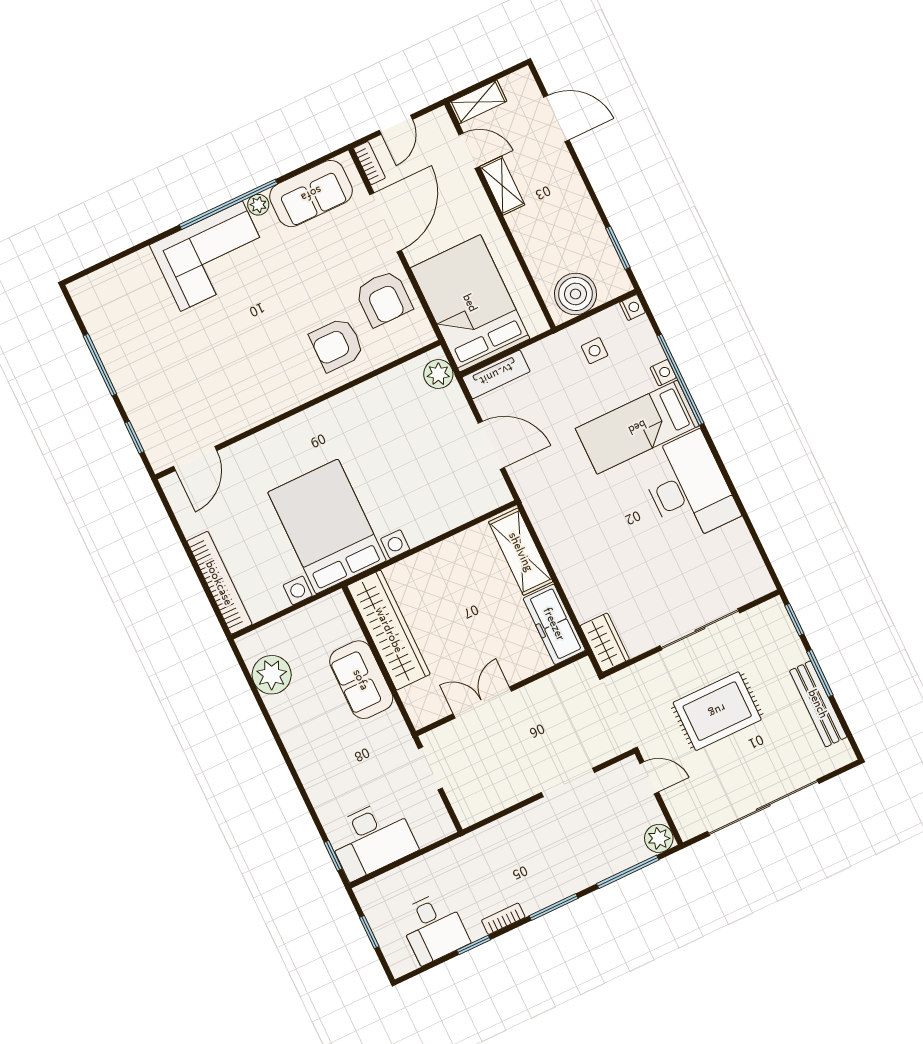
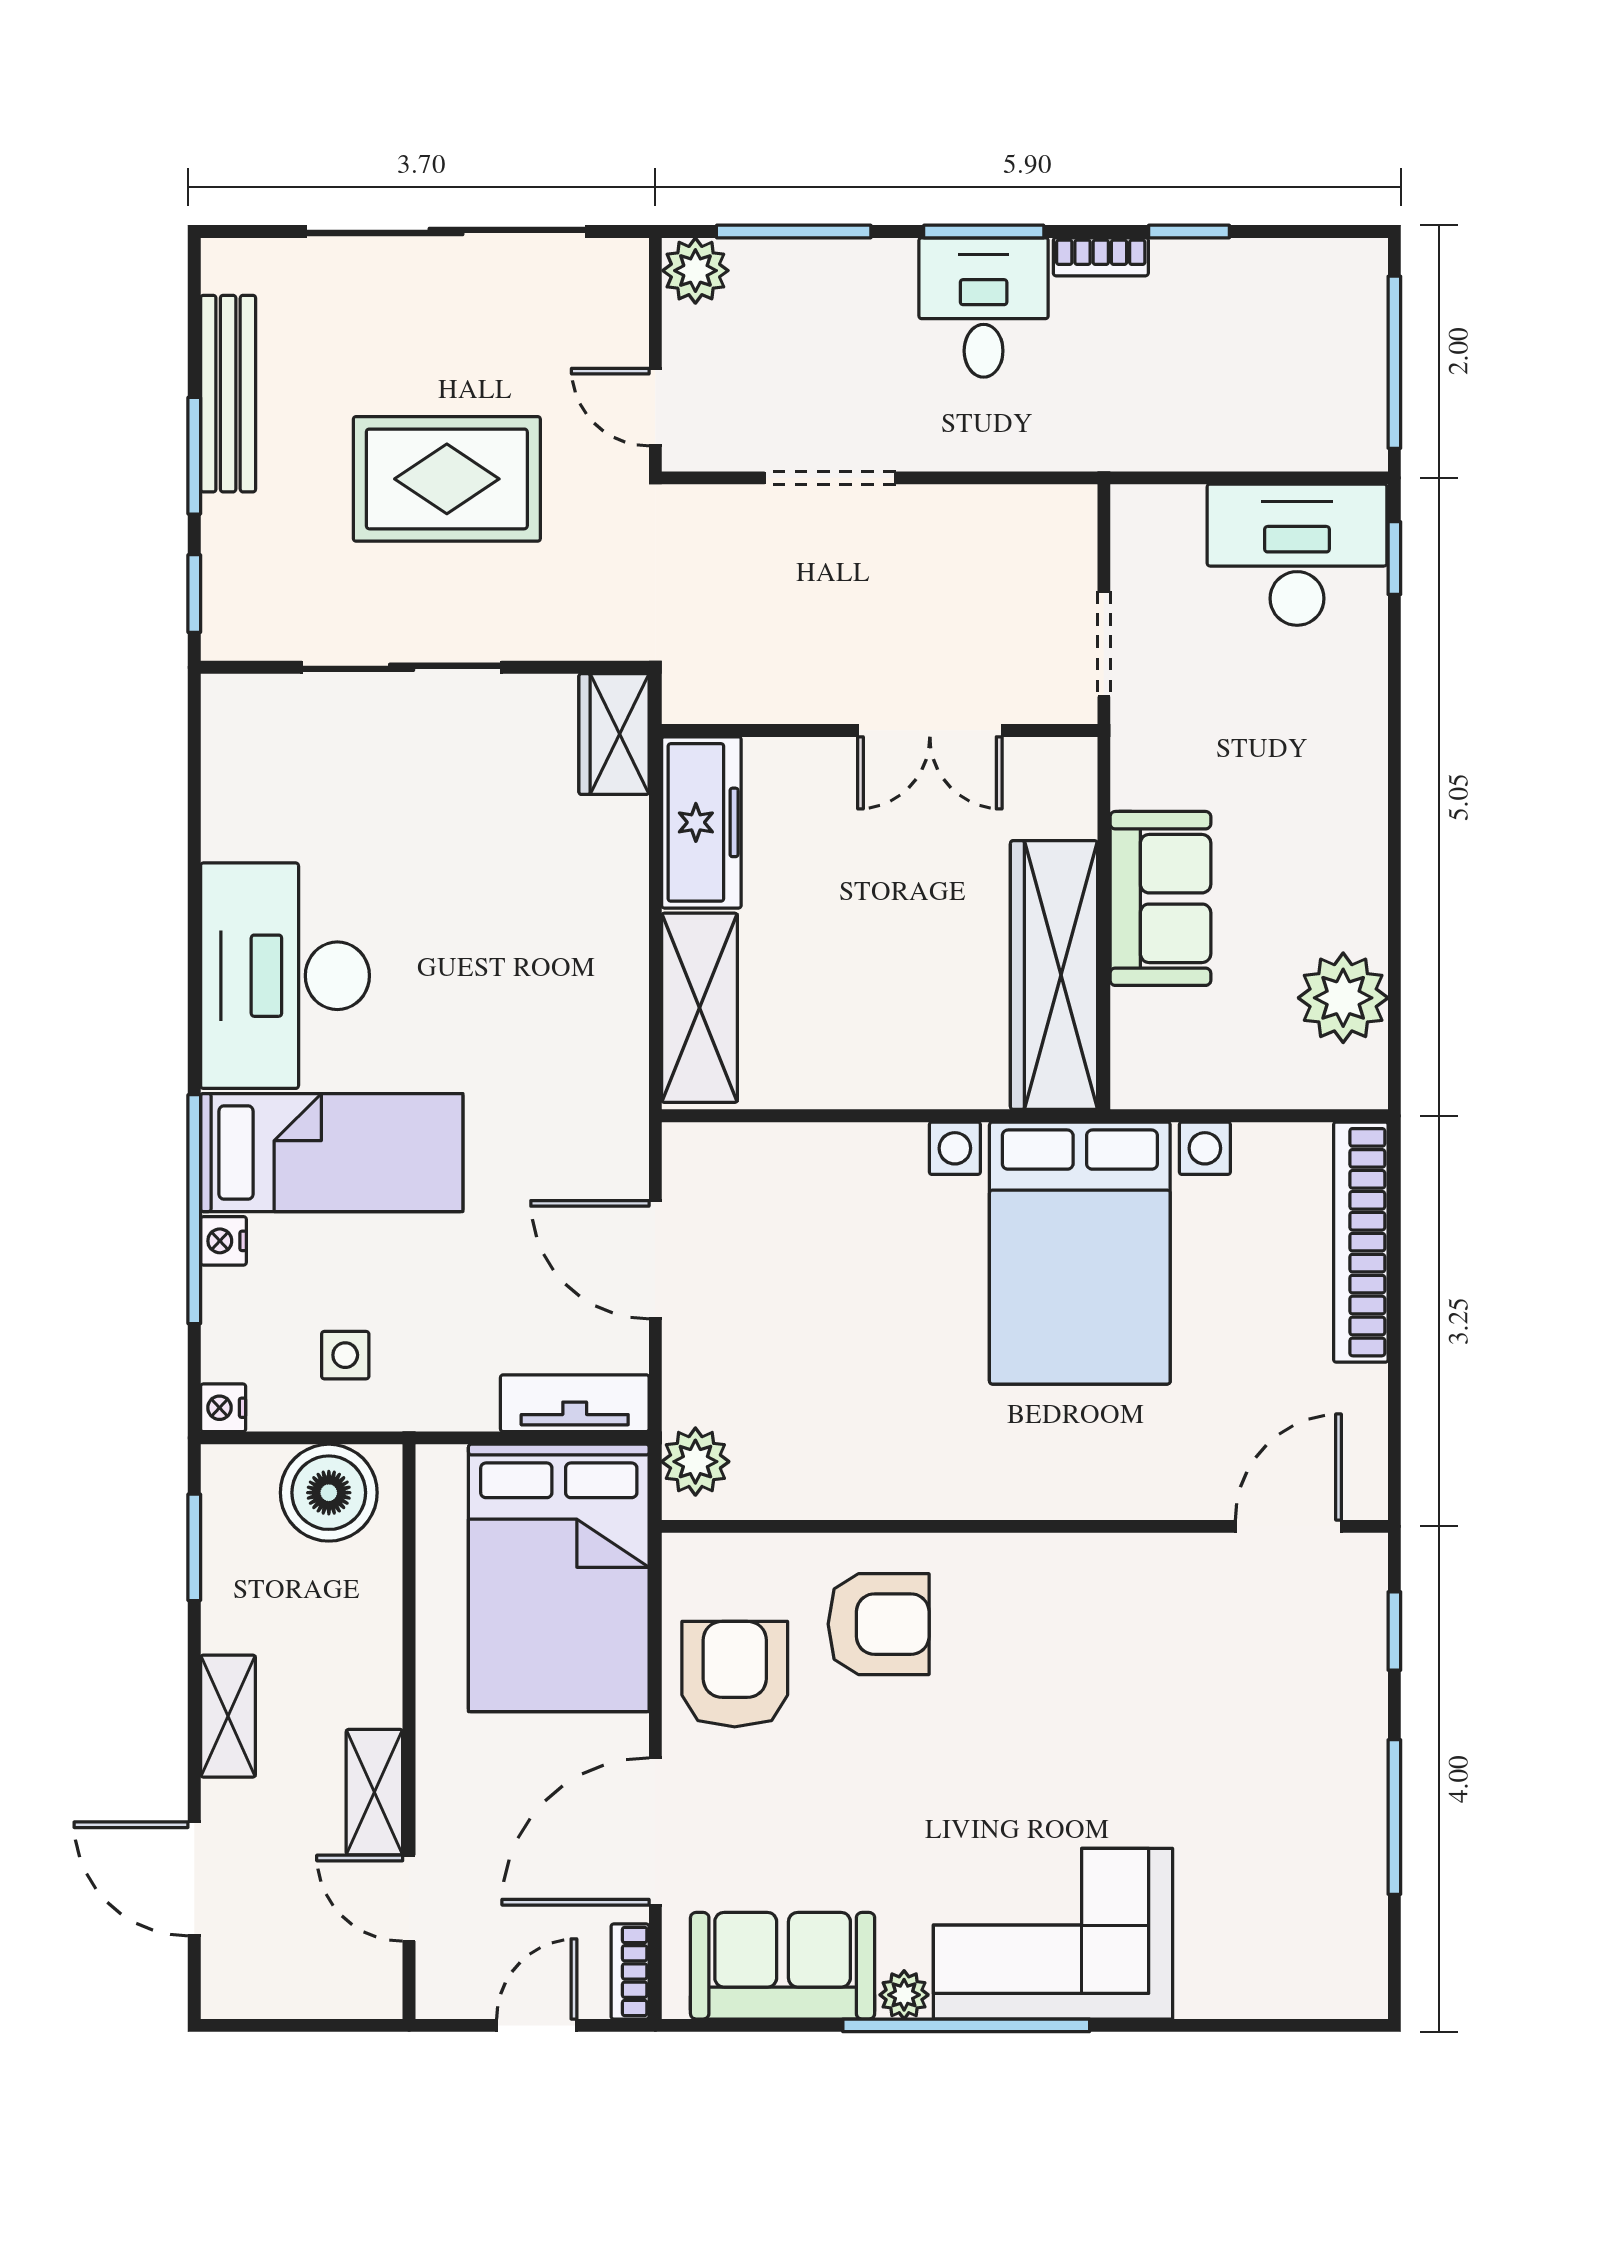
shelving: (478, 102) -> (228, 1716), moved, turned 90
desk: (433, 928) -> (984, 308), moved
window: (369, 932) -> (1394, 362), width x2.17

